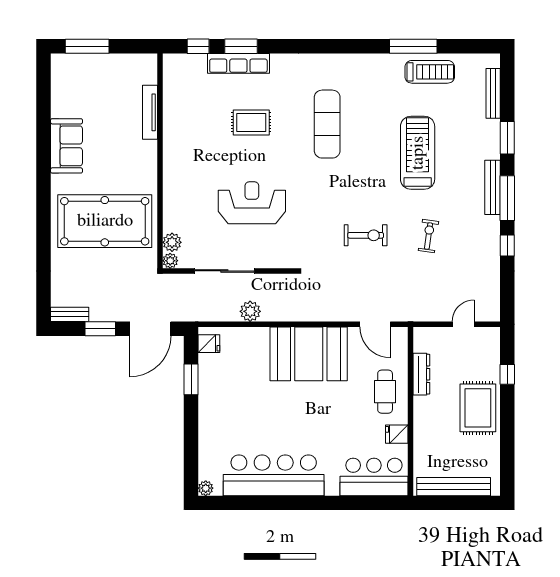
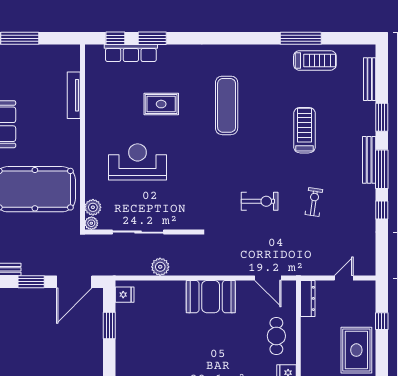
row of seats: (238, 63) -> (131, 53), moved
treadmill: (418, 153) -> (304, 130), width x0.73, depth x0.73
reception desk: (252, 203) -> (138, 162), moved
booth: (309, 354) -> (211, 297), width x0.73, depth x0.70
dresser: (421, 374) -> (308, 298), moved

